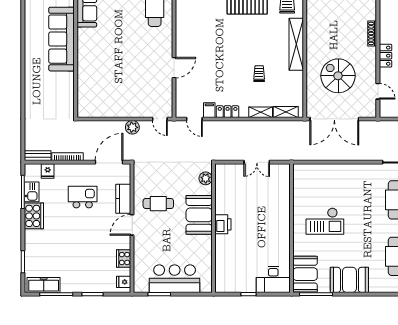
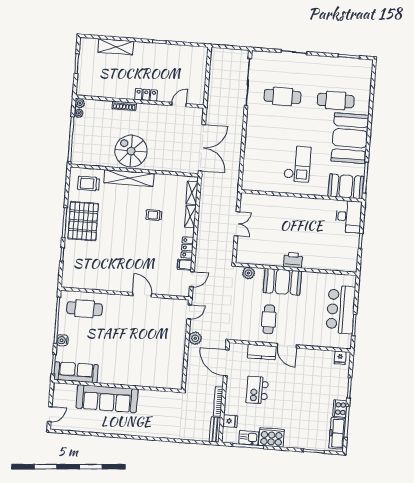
spiral stairs: (338, 76) -> (131, 151), moved, turned 90
cooker: (124, 259) -> (340, 409), moved, turned 90
booth: (349, 280) -> (350, 138), width x1.36, depth x1.42

